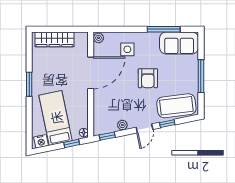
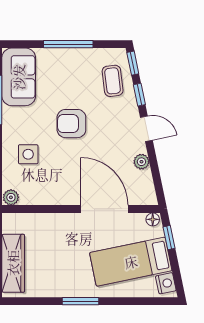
door: (91, 73) -> (104, 209), moved
armchair: (148, 78) -> (71, 124), turned 180
coffee table: (176, 106) -> (113, 81), width x0.54, depth x0.58
window: (107, 136) -> (133, 63), moved

